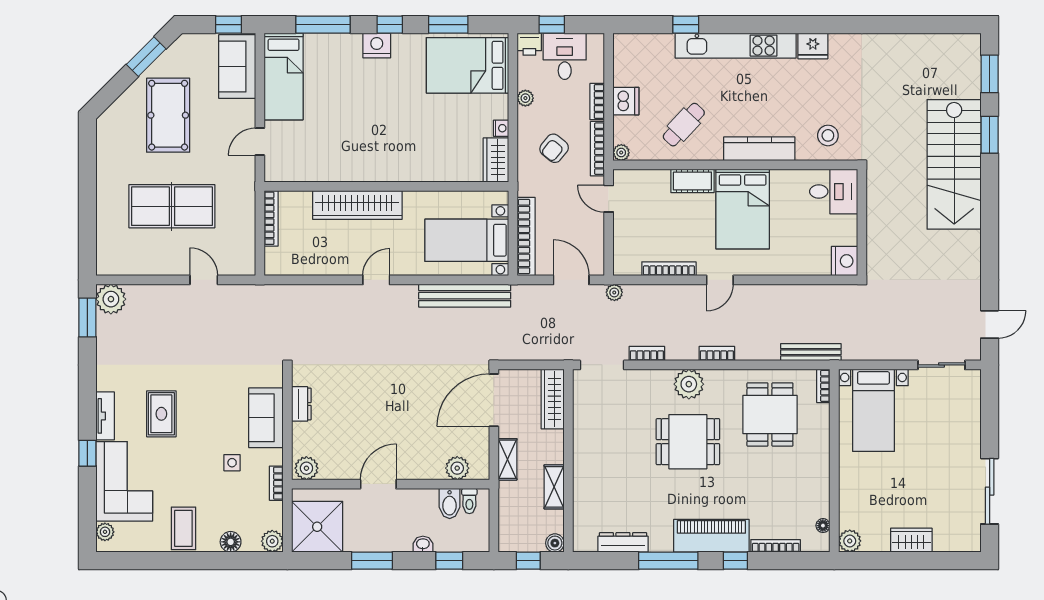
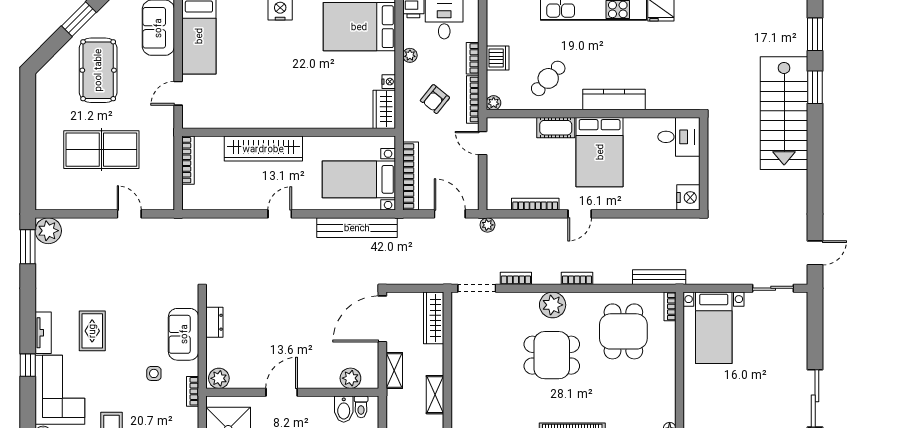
stool: (828, 135) -> (674, 88), removed

